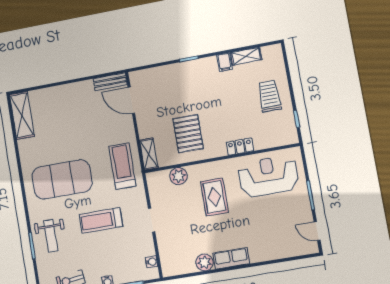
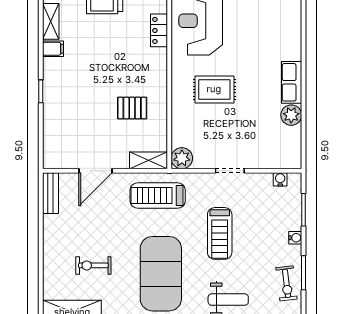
door: (131, 100) -> (96, 171), moved
exercise bike: (60, 126) -> (93, 265), added
pallet: (188, 134) -> (132, 108), width x0.67, depth x0.71
locker: (240, 147) -> (159, 30), moved
plant: (179, 176) -> (182, 158), moved

